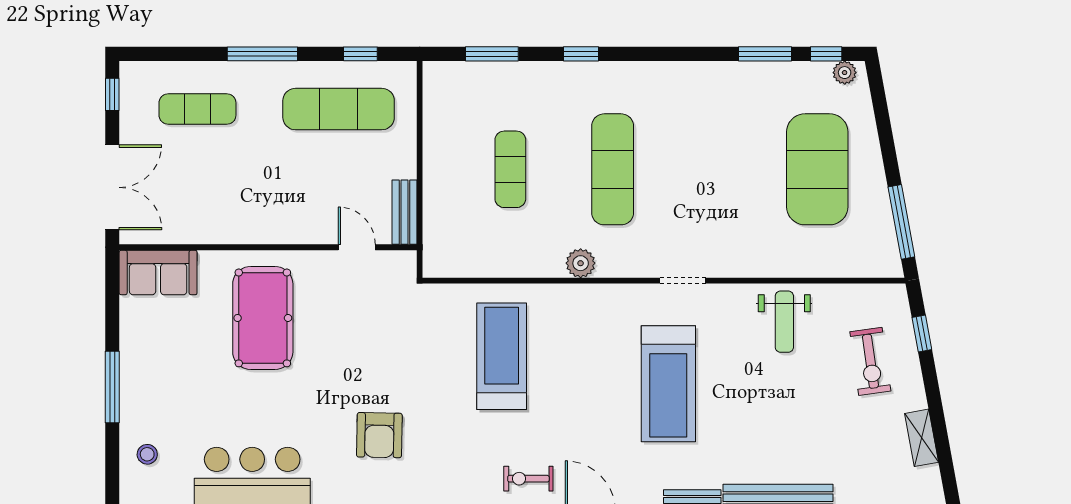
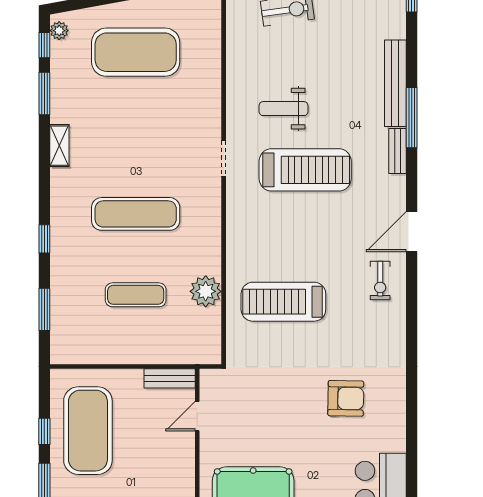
window: (360, 54) -> (44, 431), moved
shelving: (699, 73) -> (59, 146), added
exercise mat: (339, 109) -> (88, 431), width x1.47
plant: (581, 263) -> (206, 291), moved, width x1.36, depth x1.36
weight bench: (784, 322) -> (283, 109), moved, turned 180

